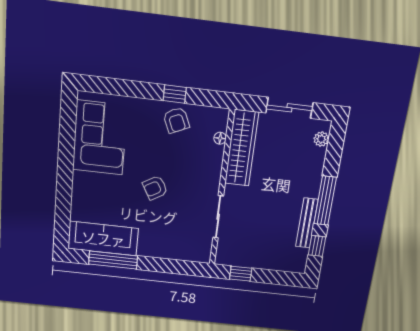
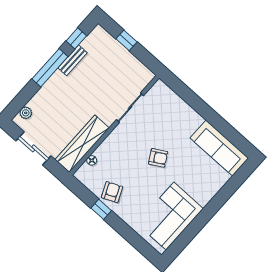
bench: (307, 223) -> (73, 60), width x0.73
window: (113, 260) -> (224, 128), removed
window: (241, 274) -> (126, 40), moved

